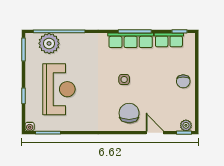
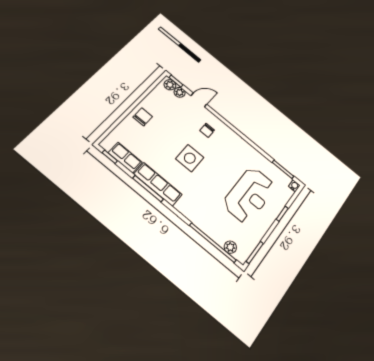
plant: (49, 43) -> (230, 247), width x0.53, depth x0.53
side table: (124, 79) -> (190, 158), width x1.87, depth x1.87
reception desk: (59, 89) -> (249, 195), turned 180
chair: (129, 113) -> (207, 130), width x0.54, depth x0.54
plant: (174, 126) -> (180, 92), added
door: (155, 133) -> (199, 100), swing flipped

